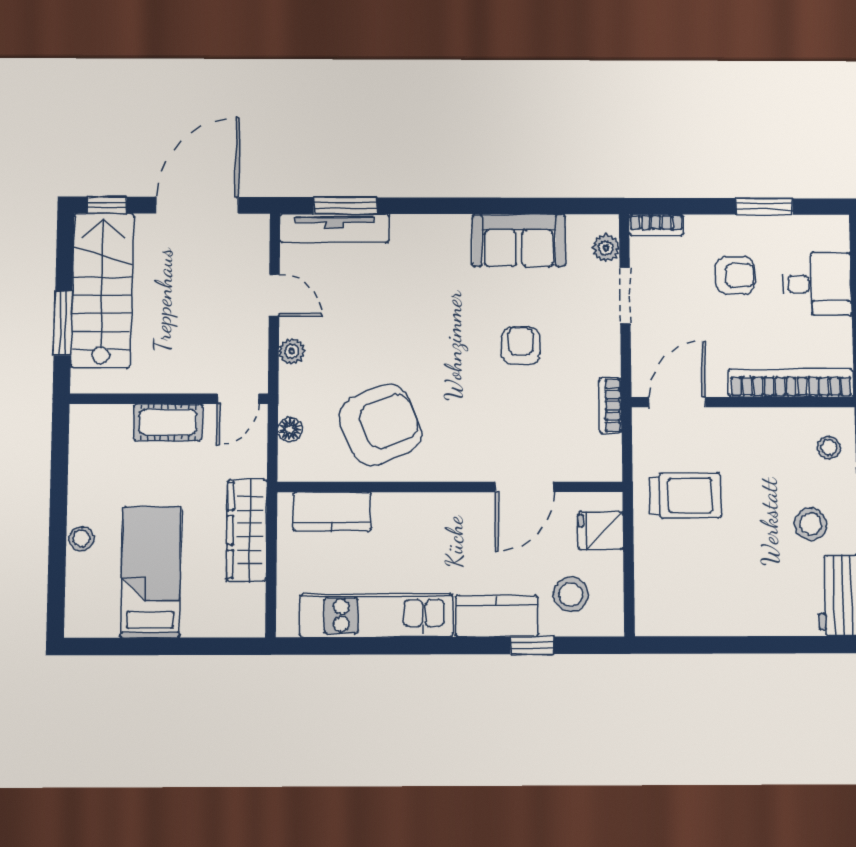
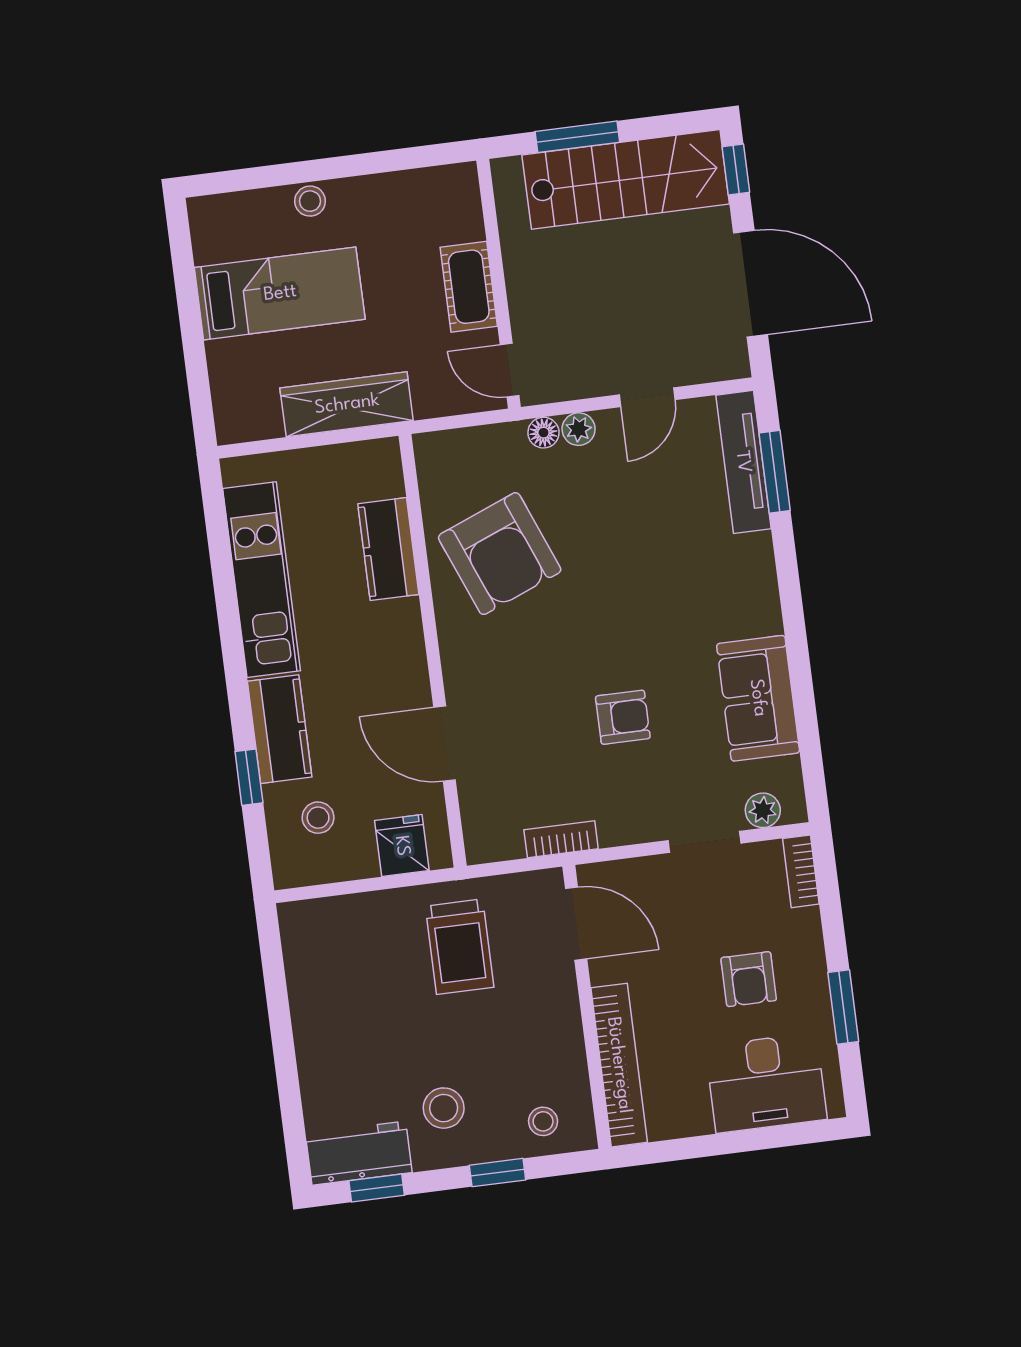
desk: (817, 284) -> (766, 1083), width x1.37
floor lamp: (290, 430) -> (543, 433), moved
kitchen counter: (332, 512) -> (388, 549), moved
stool: (571, 594) -> (318, 818), width x0.73, depth x0.73

